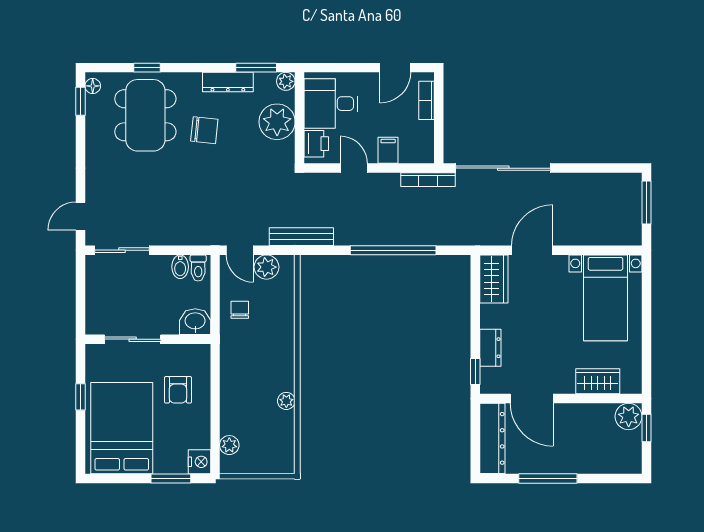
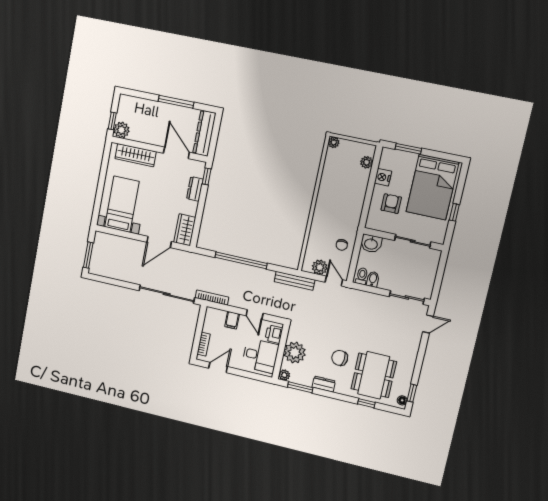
dresser: (228, 82) -> (324, 384), width x0.70
wardrobe: (598, 381) -> (136, 155), width x1.50
plant: (286, 401) -> (334, 142), moved
nightstand: (199, 462) -> (383, 177), moved

